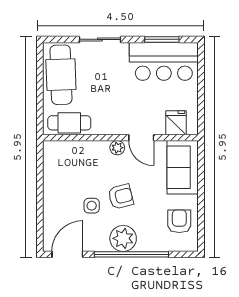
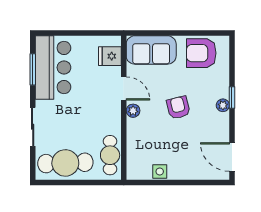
door: (141, 138) -> (124, 88), hinge flipped
side table: (92, 206) -> (160, 172), moved
armchair: (179, 221) -> (201, 53), width x1.38, depth x1.38
plant: (123, 238) -> (223, 105), width x0.53, depth x0.53
window: (131, 254) -> (232, 98), width x0.32

